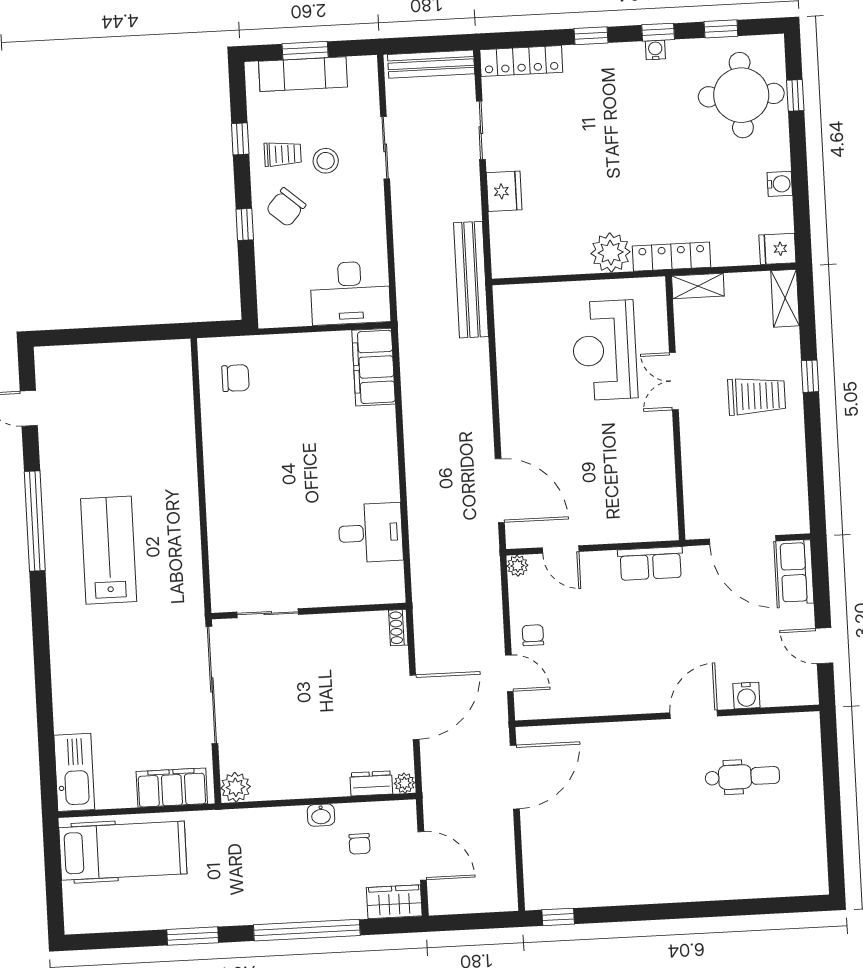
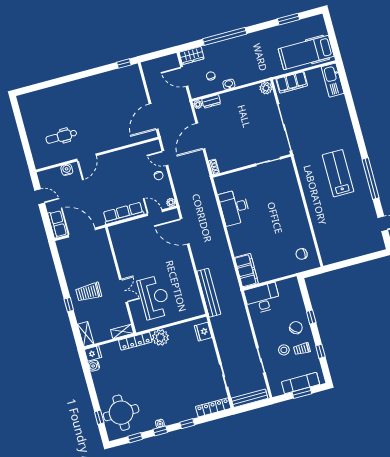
water cooler: (780, 184) -> (94, 366), moved
fridge: (504, 191) -> (203, 332), moved
bench: (471, 280) -> (209, 293), moved
desk: (371, 533) -> (234, 207), width x1.37
lab bench: (109, 550) -> (338, 173), turned 180
row of seats: (651, 563) -> (123, 213), width x1.48
window: (193, 936) -> (288, 19), moved

